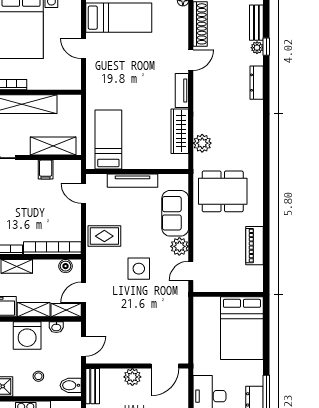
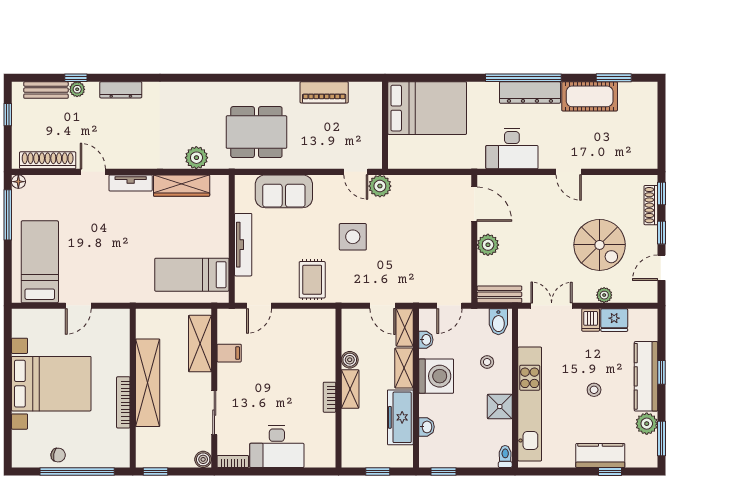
dining table: (223, 191) -> (256, 132), turned 90
plant: (179, 246) -> (380, 186), moved
bookcase: (52, 248) -> (327, 345), removed
boiler: (66, 266) -> (350, 360), moved
door: (84, 346) -> (449, 306), swing flipped

